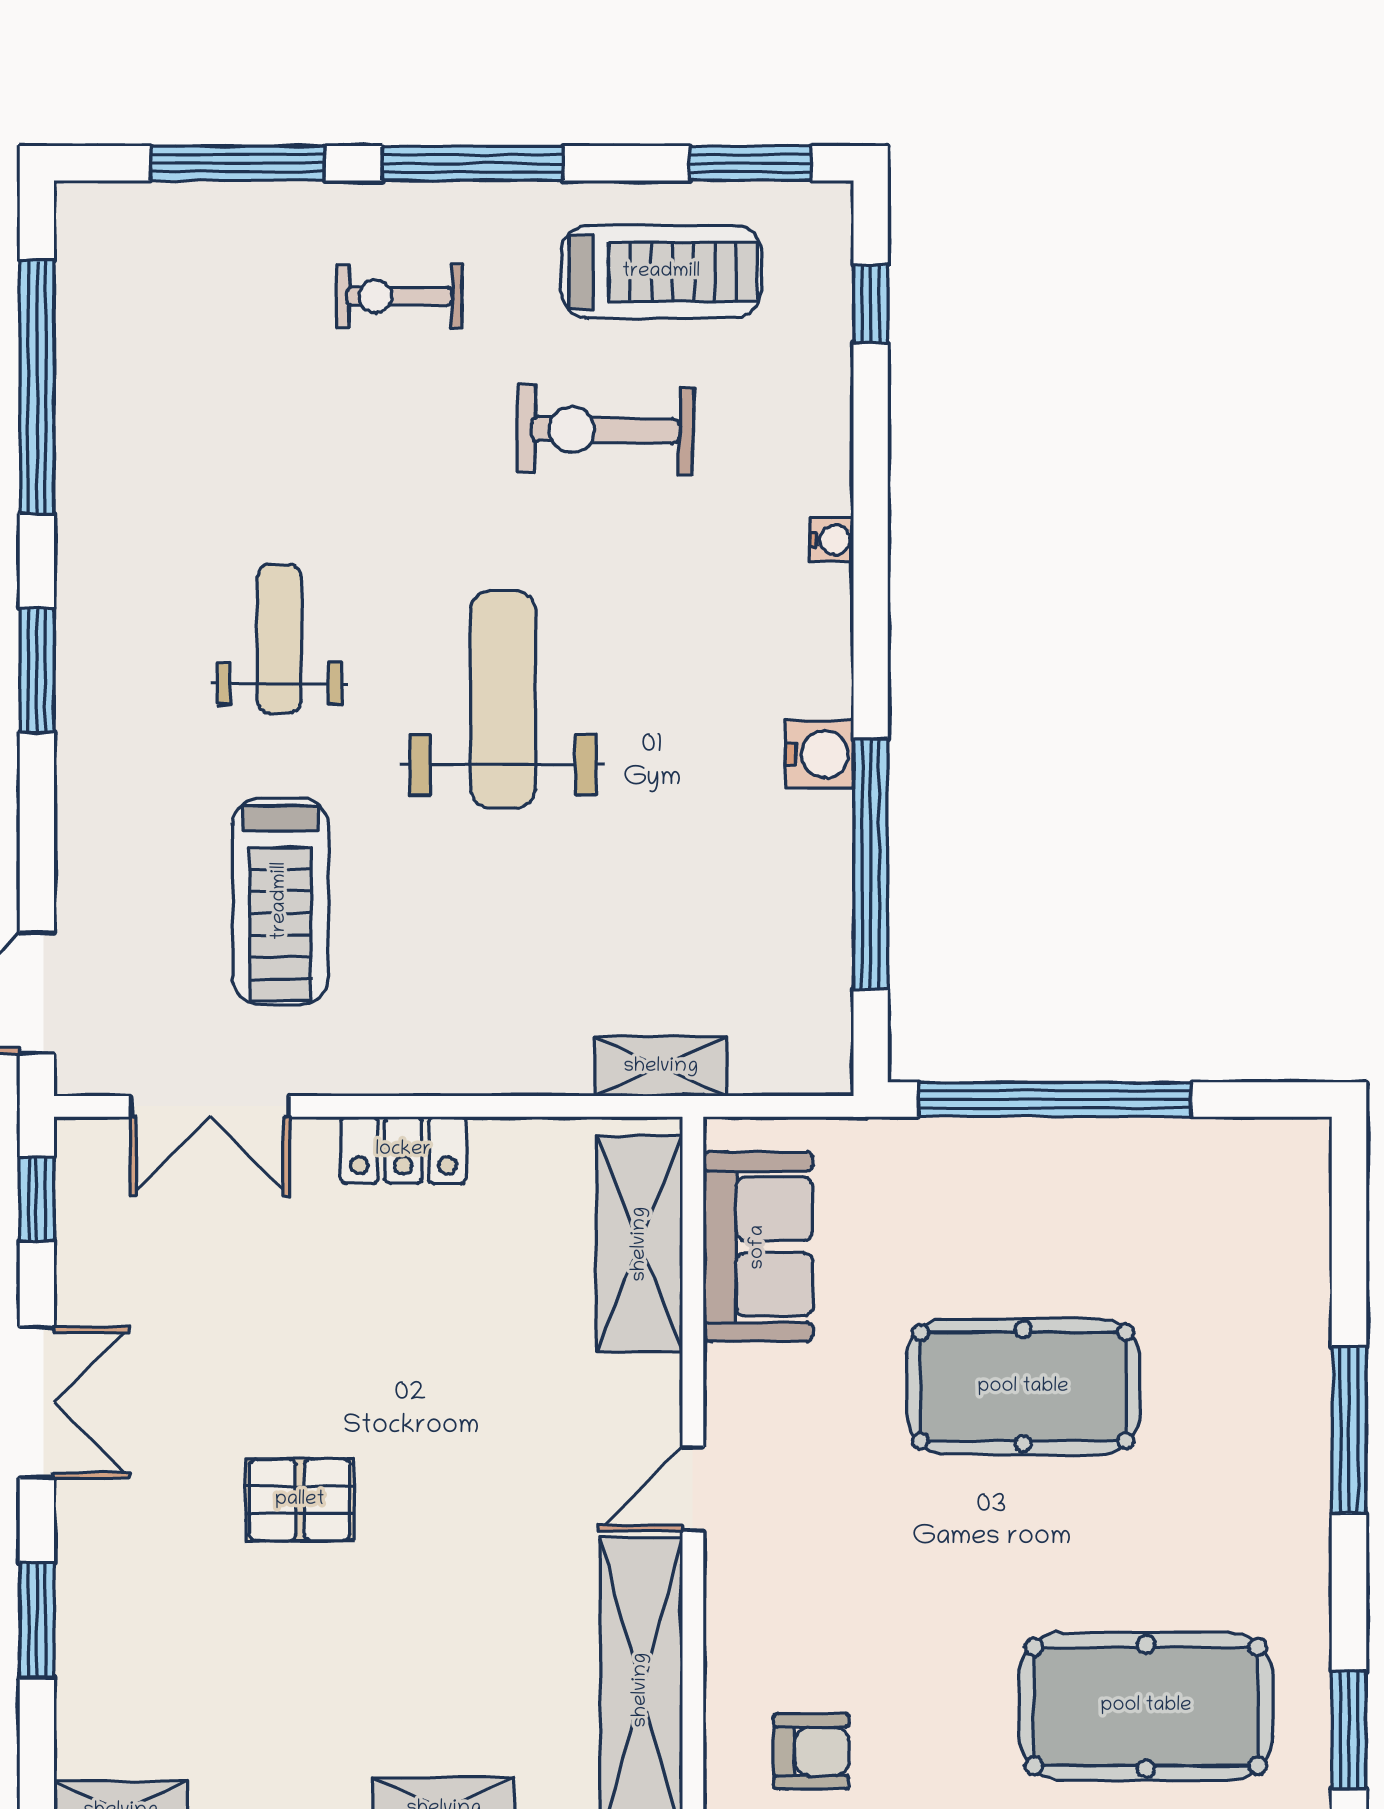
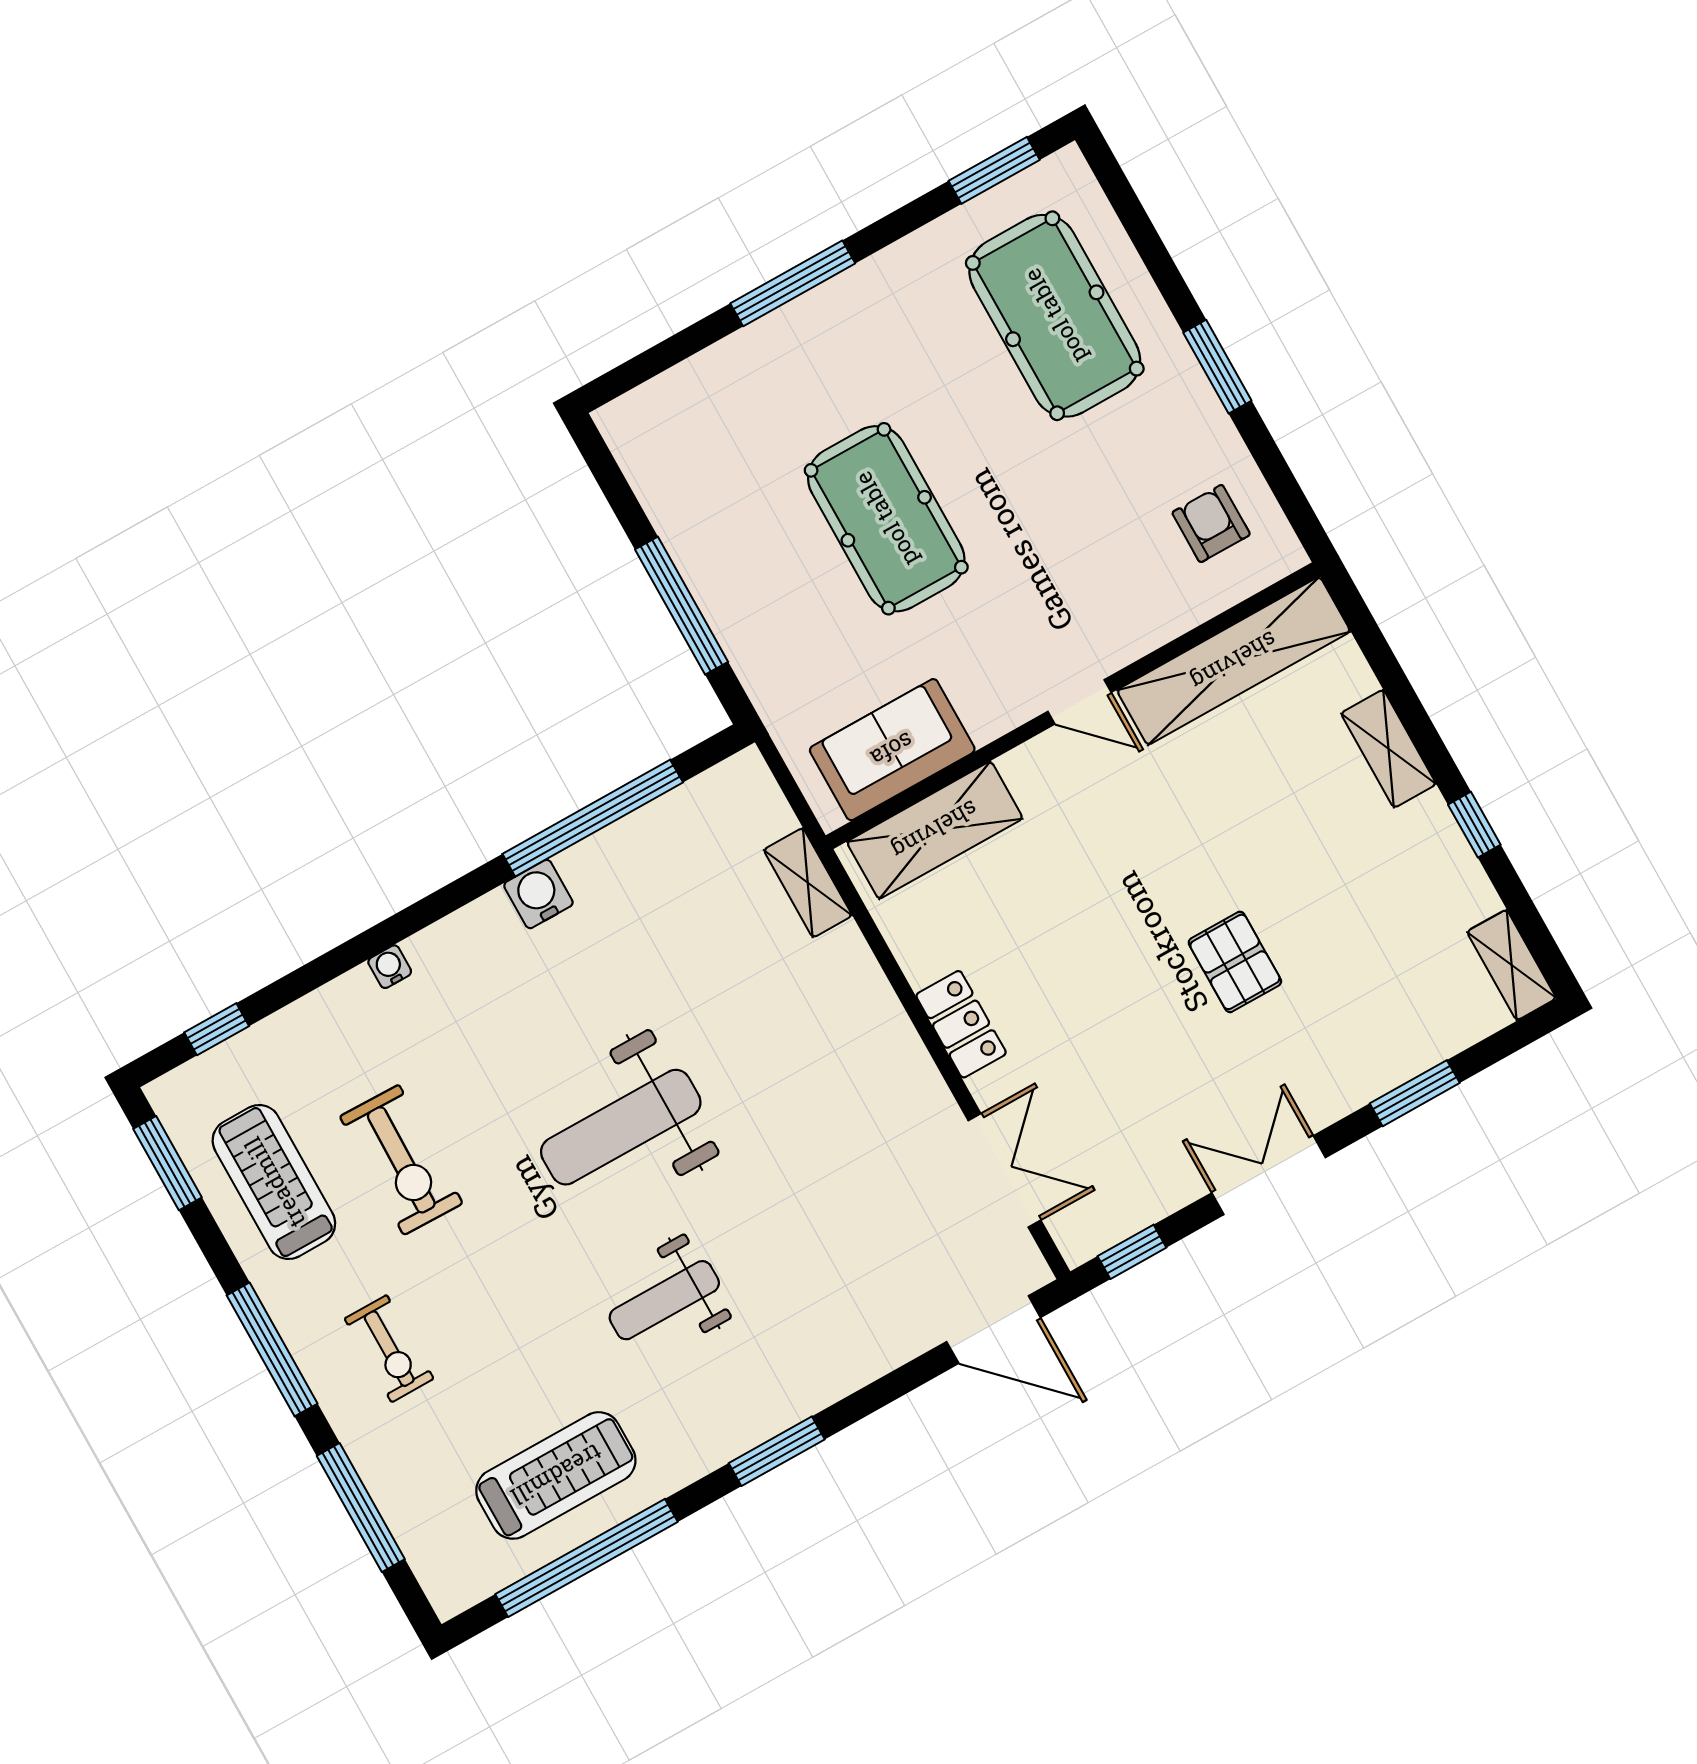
treadmill: (280, 901) -> (556, 1475), moved
window: (1055, 1100) -> (682, 606), width x0.68

